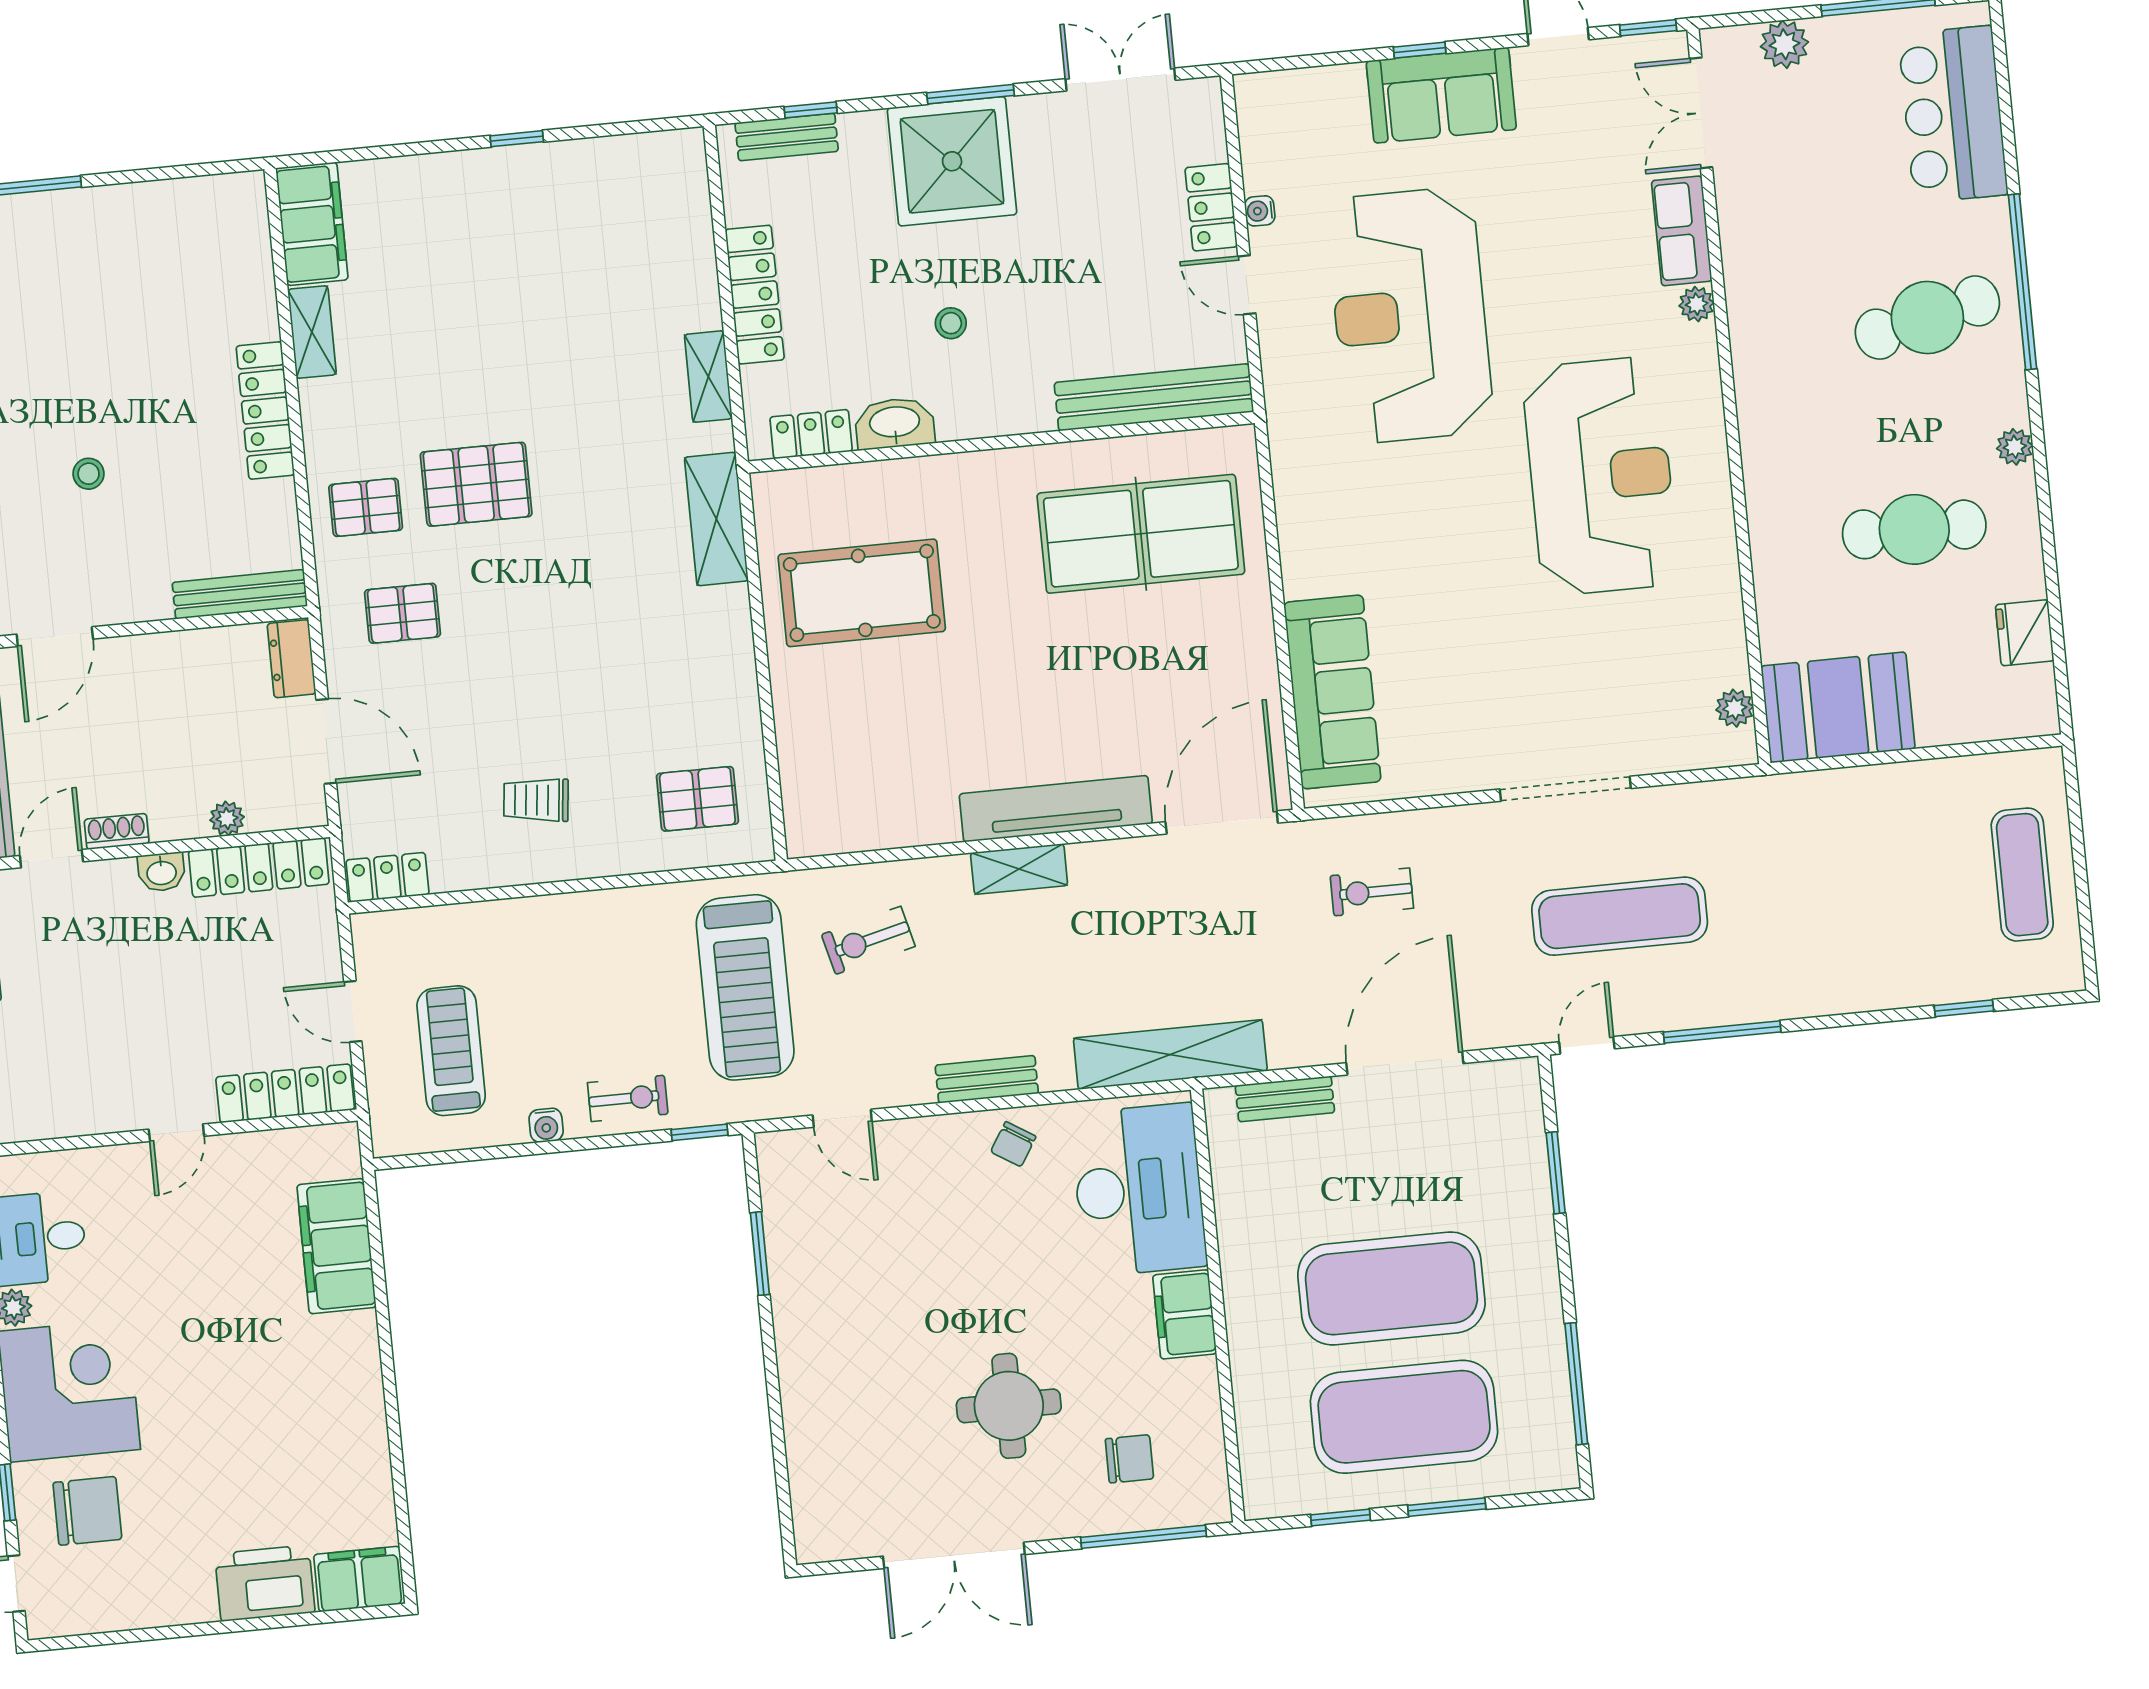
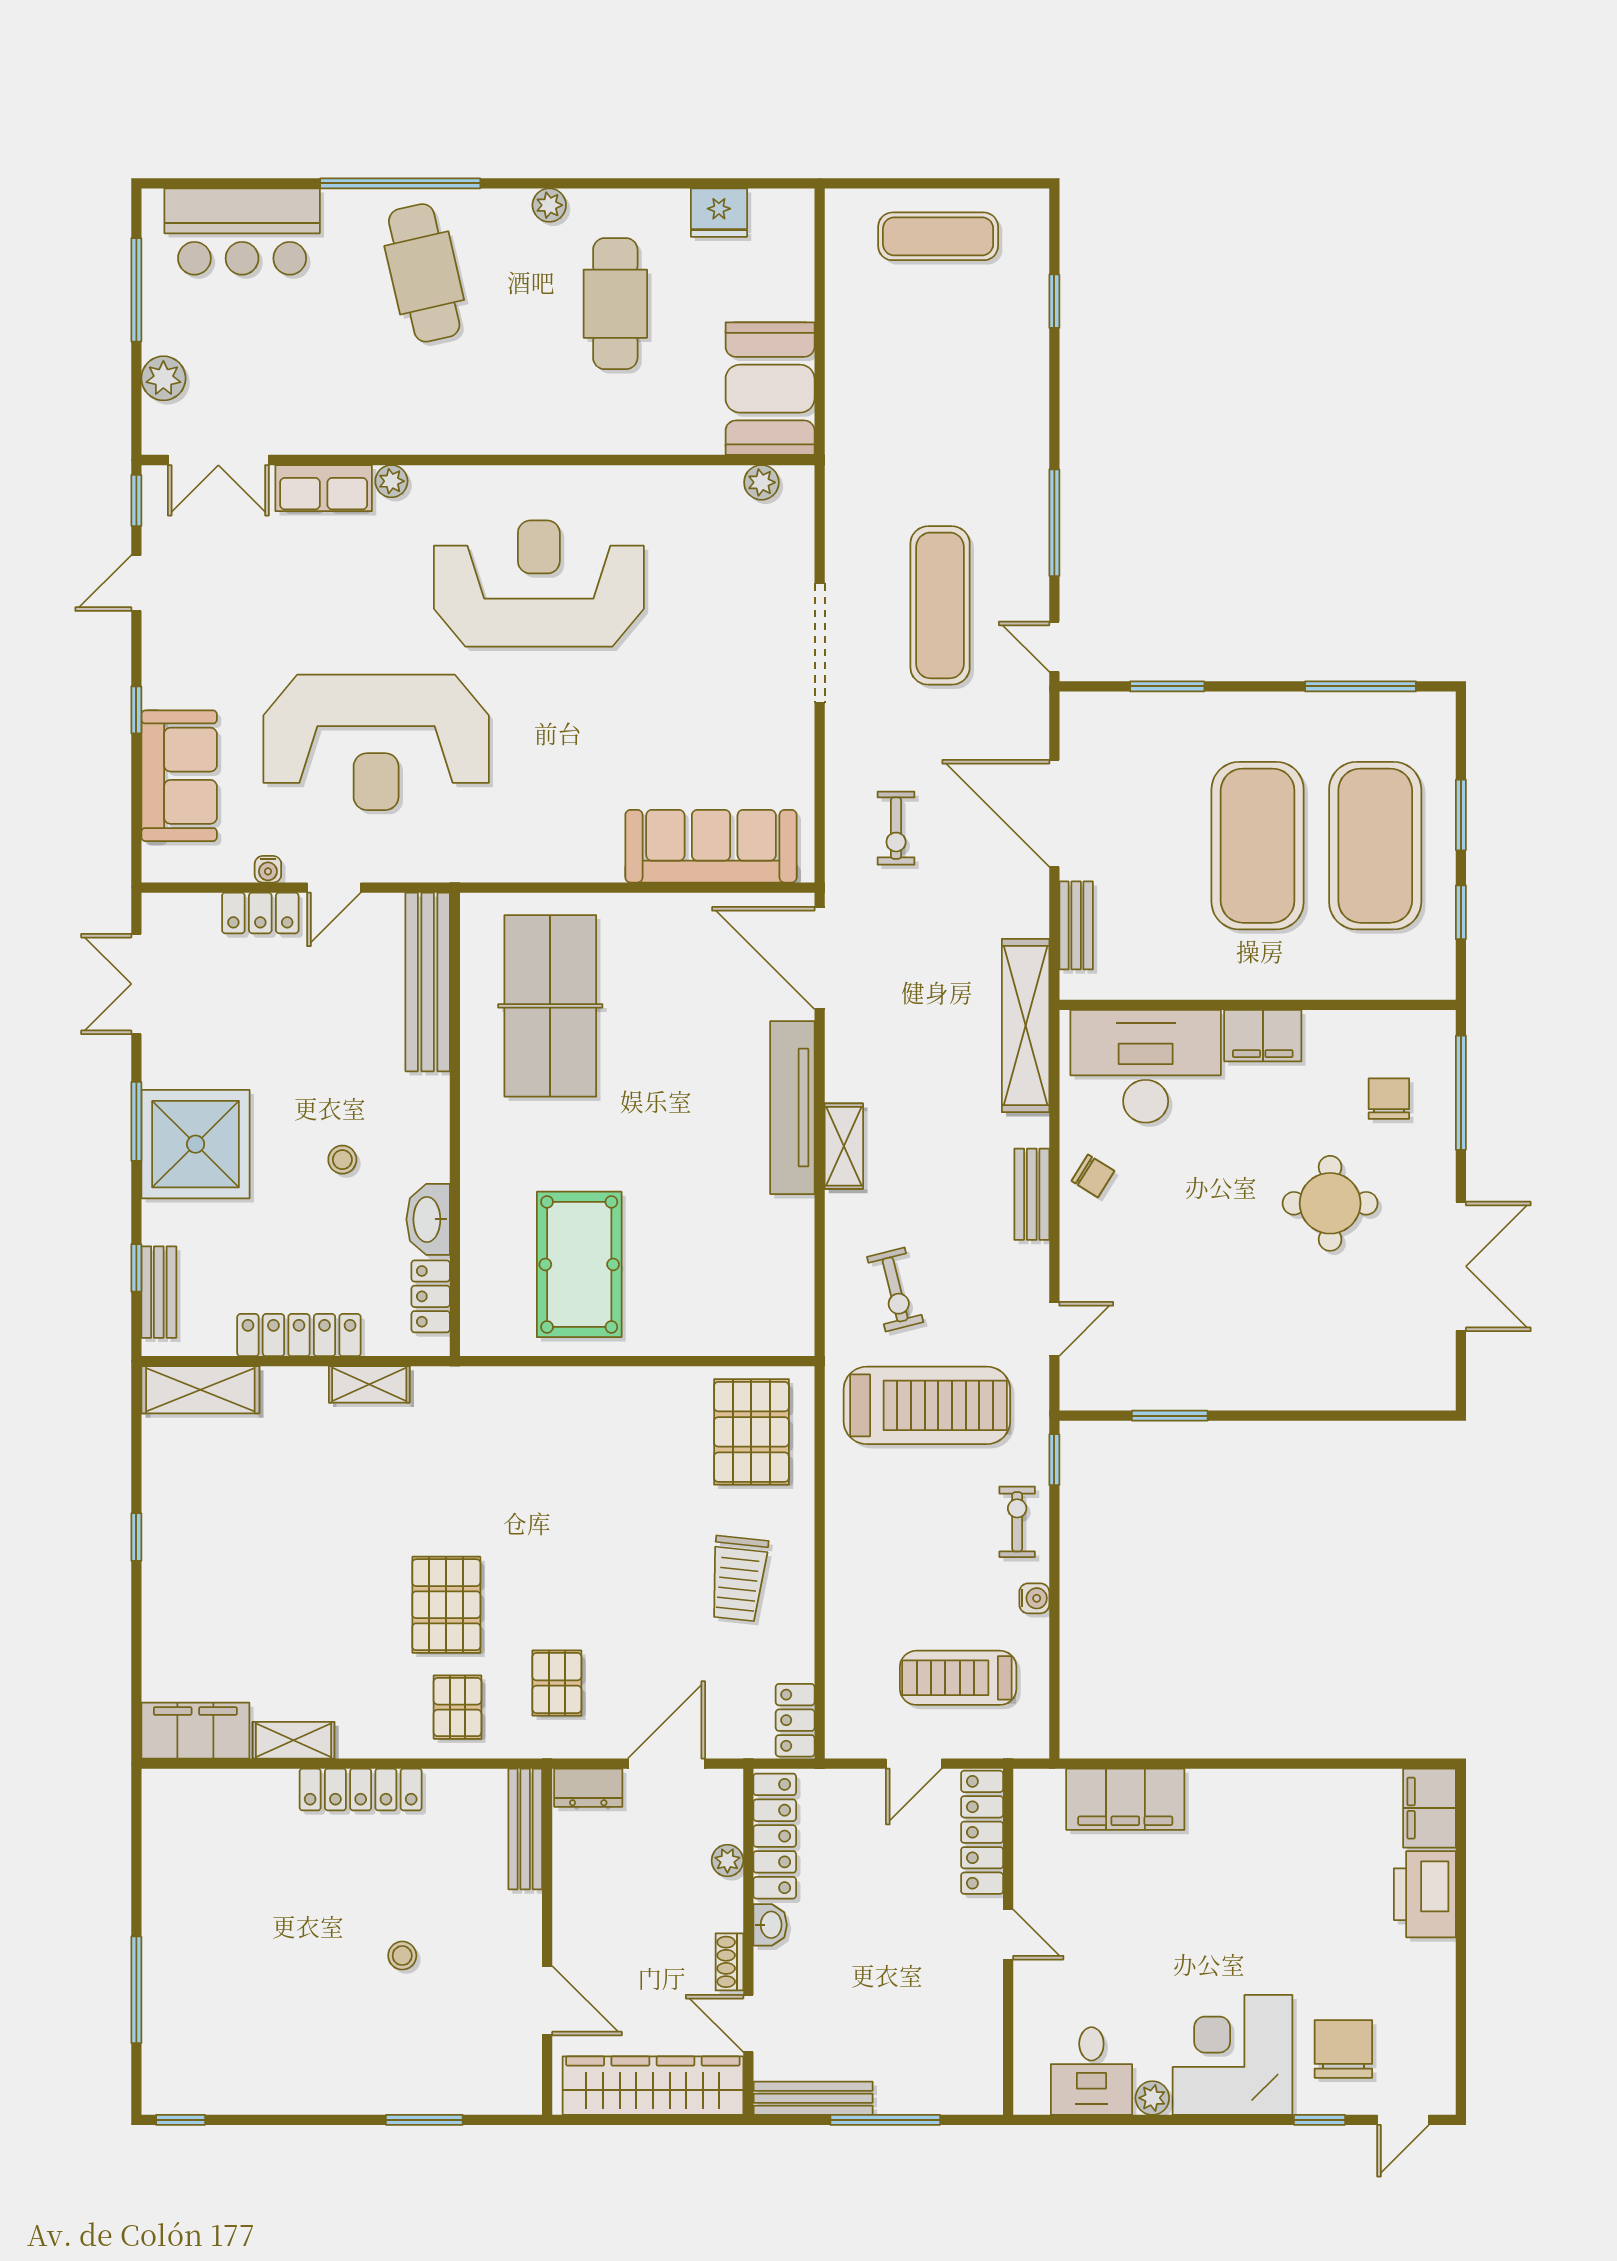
sofa: (1441, 95) -> (179, 776), moved
shelving: (716, 519) -> (200, 1390), moved
pallet: (697, 799) -> (751, 1432), width x1.50, depth x1.42
trolley: (536, 800) -> (738, 1579), width x1.36, depth x1.39

